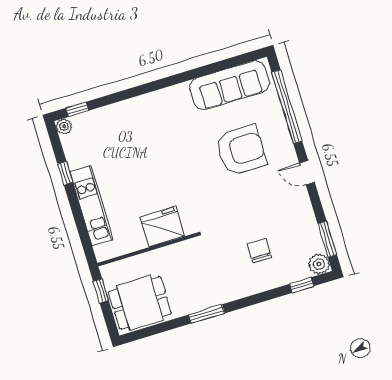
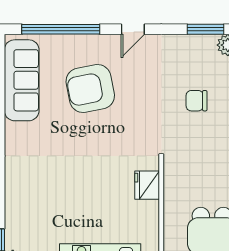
armchair: (241, 150) -> (90, 88), turned -101
fridge: (163, 227) -> (147, 185), width x0.73, depth x0.75

